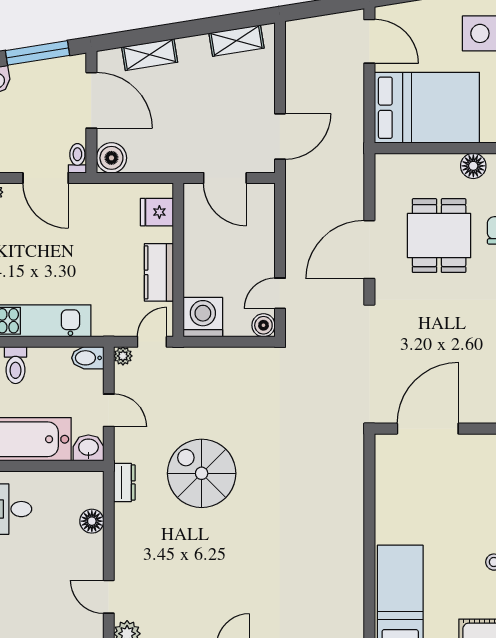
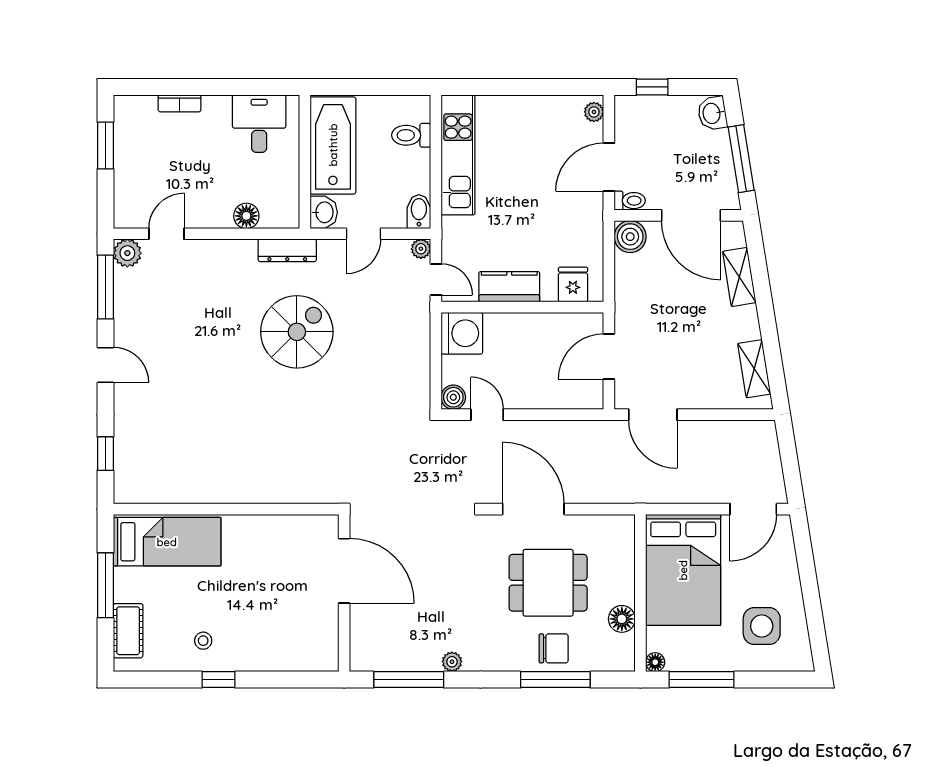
door: (91, 100) -> (691, 215), hinge flipped
dresser: (124, 482) -> (287, 250), width x1.44

